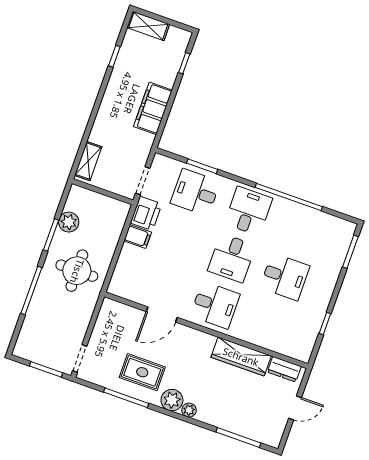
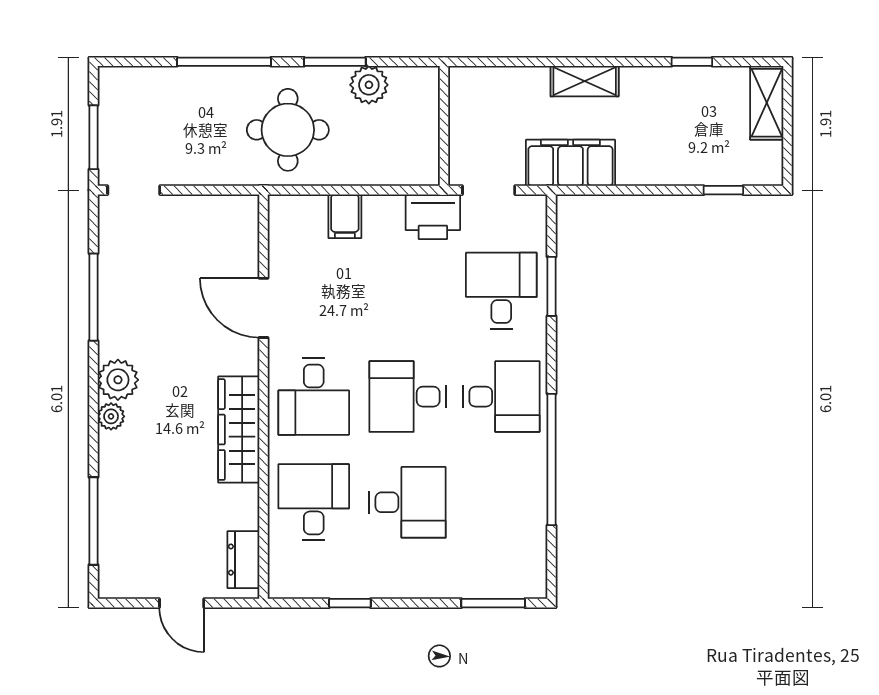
filing cabinet: (153, 108) -> (570, 163), moved
shelving: (88, 161) -> (585, 81), moved
filing cabinet: (138, 237) -> (345, 216), moved
desk: (285, 277) -> (408, 502), turned -90
desk: (268, 324) -> (314, 502), added
wardrobe: (241, 357) -> (239, 430), moved
rug: (142, 372) -> (149, 310), removed

